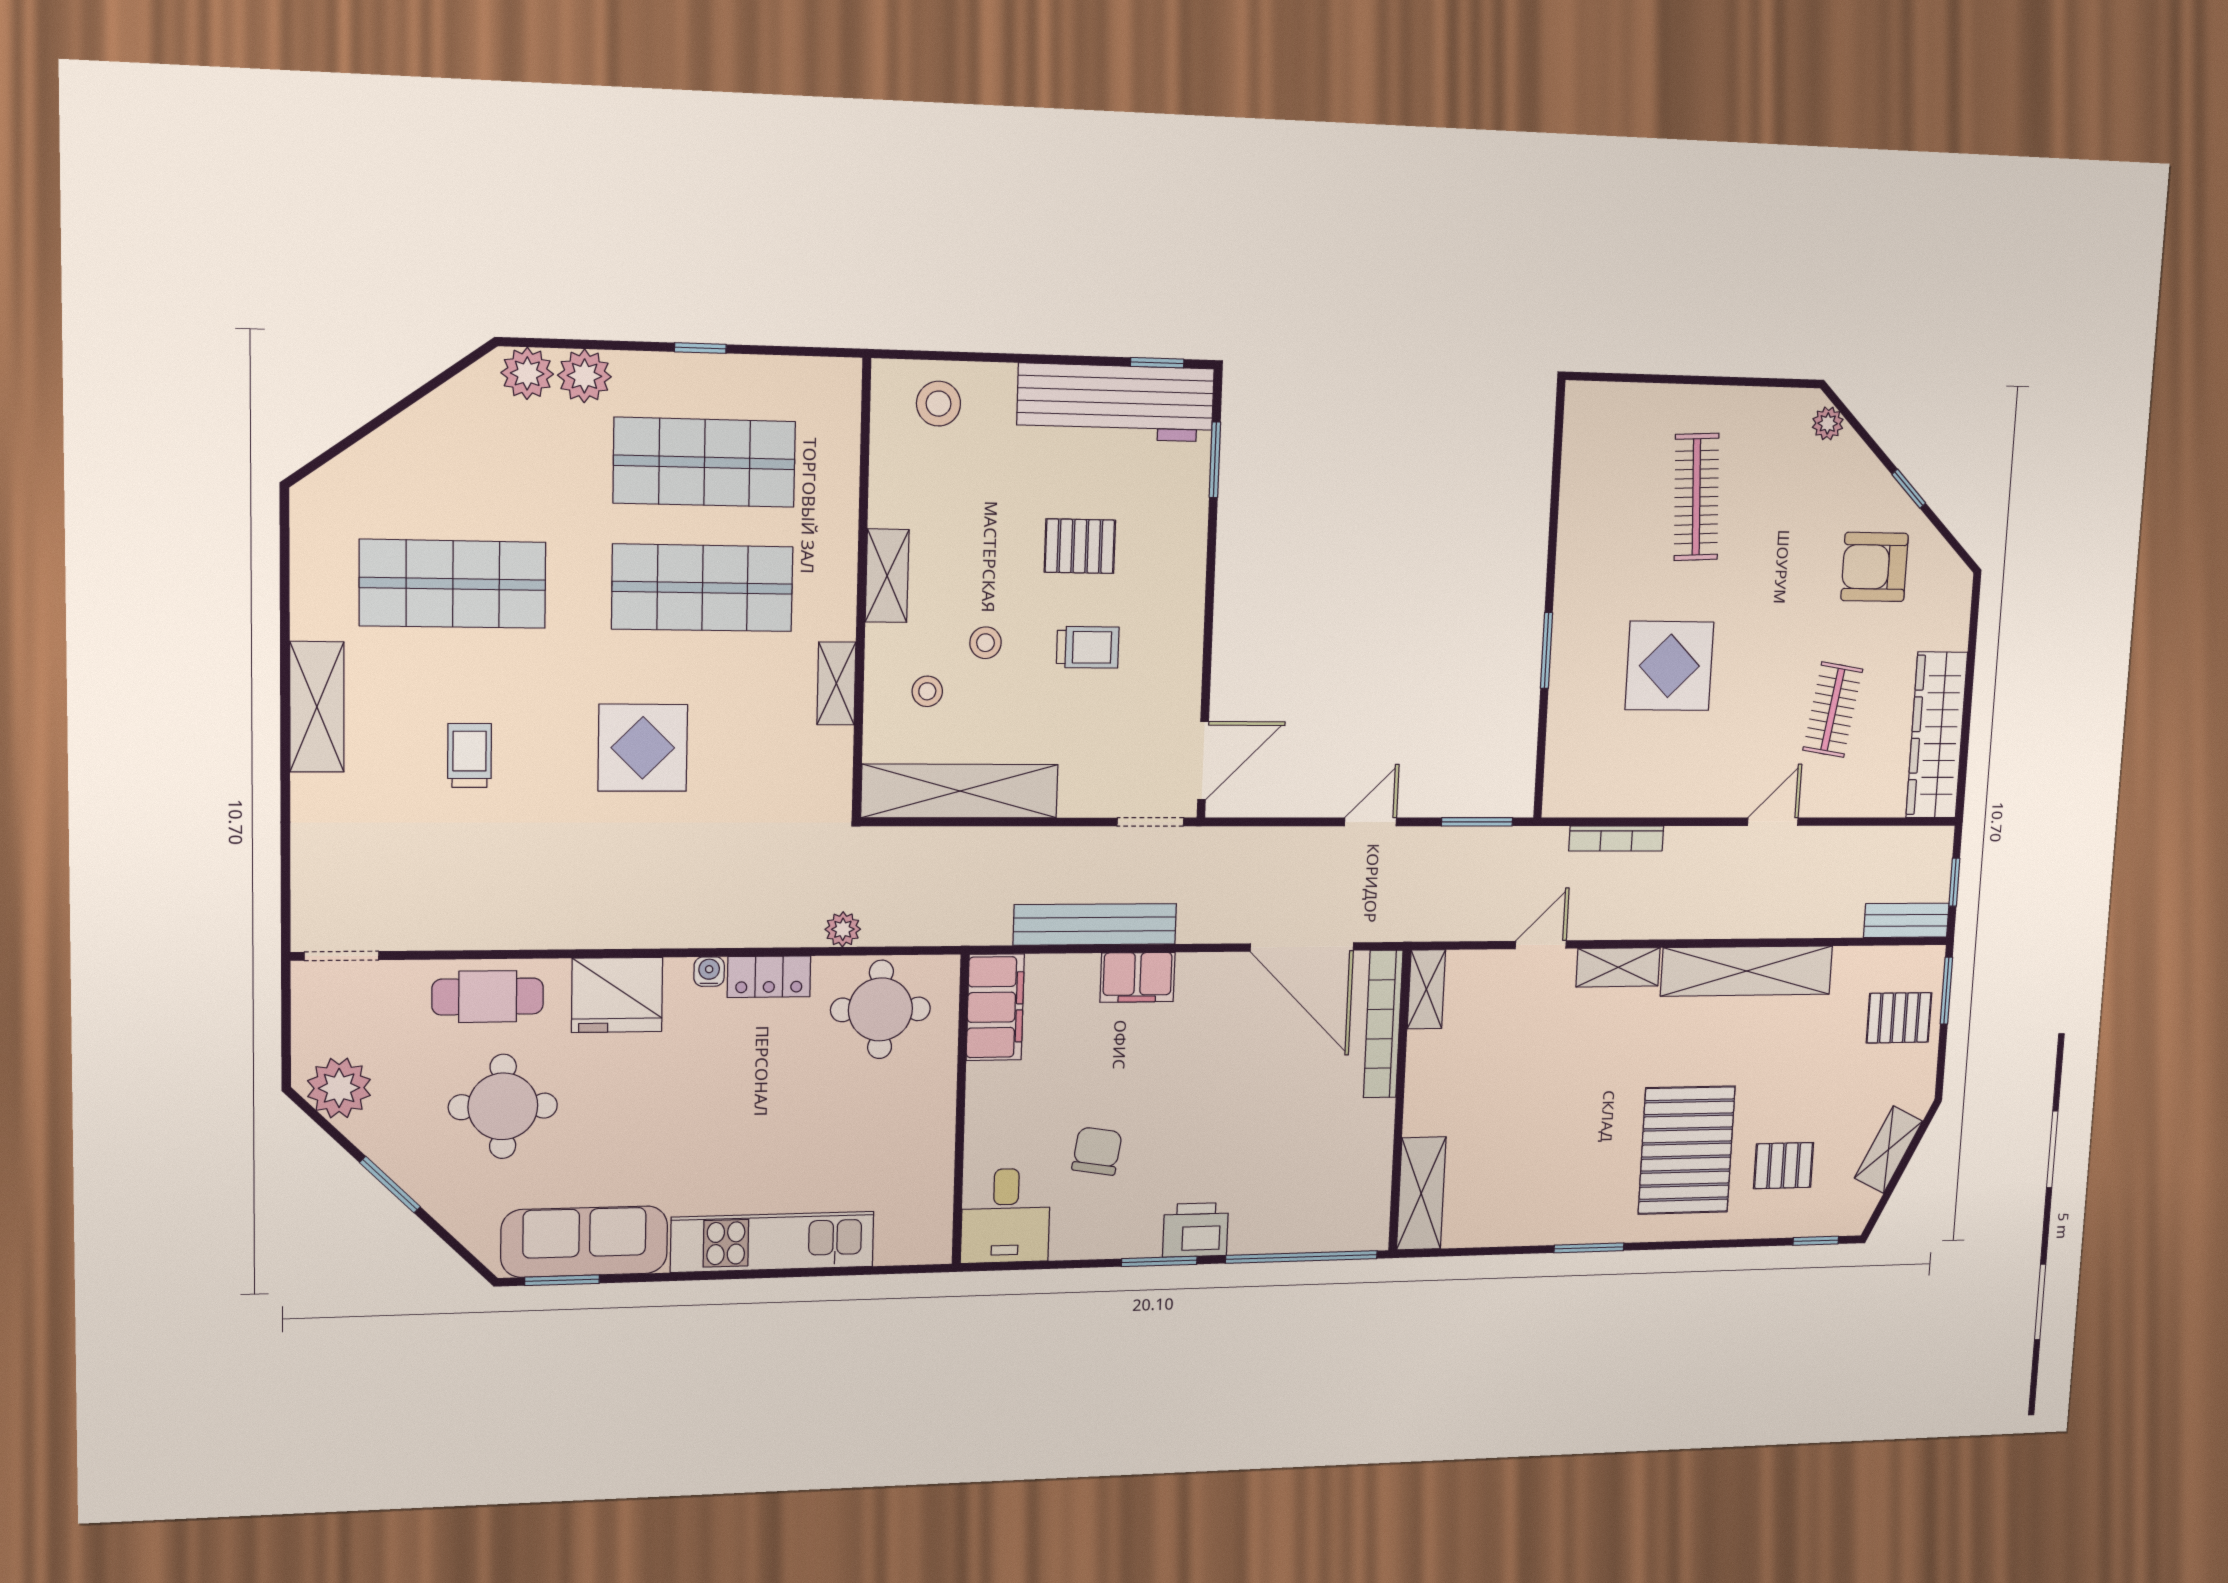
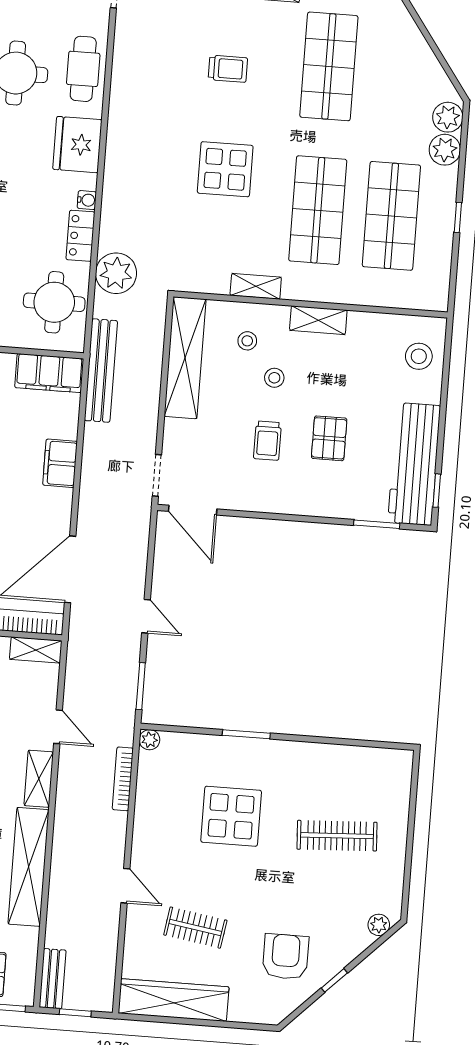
plant: (1557, 802) -> (149, 740), added
bench: (1095, 924) -> (101, 371), moved
plant: (843, 929) -> (116, 273), width x1.88, depth x1.88

